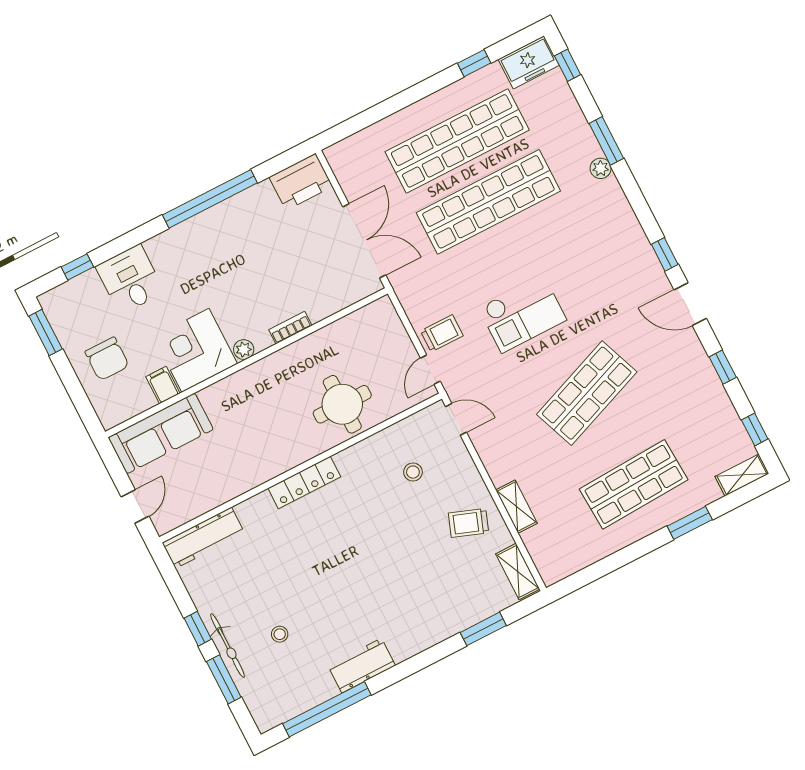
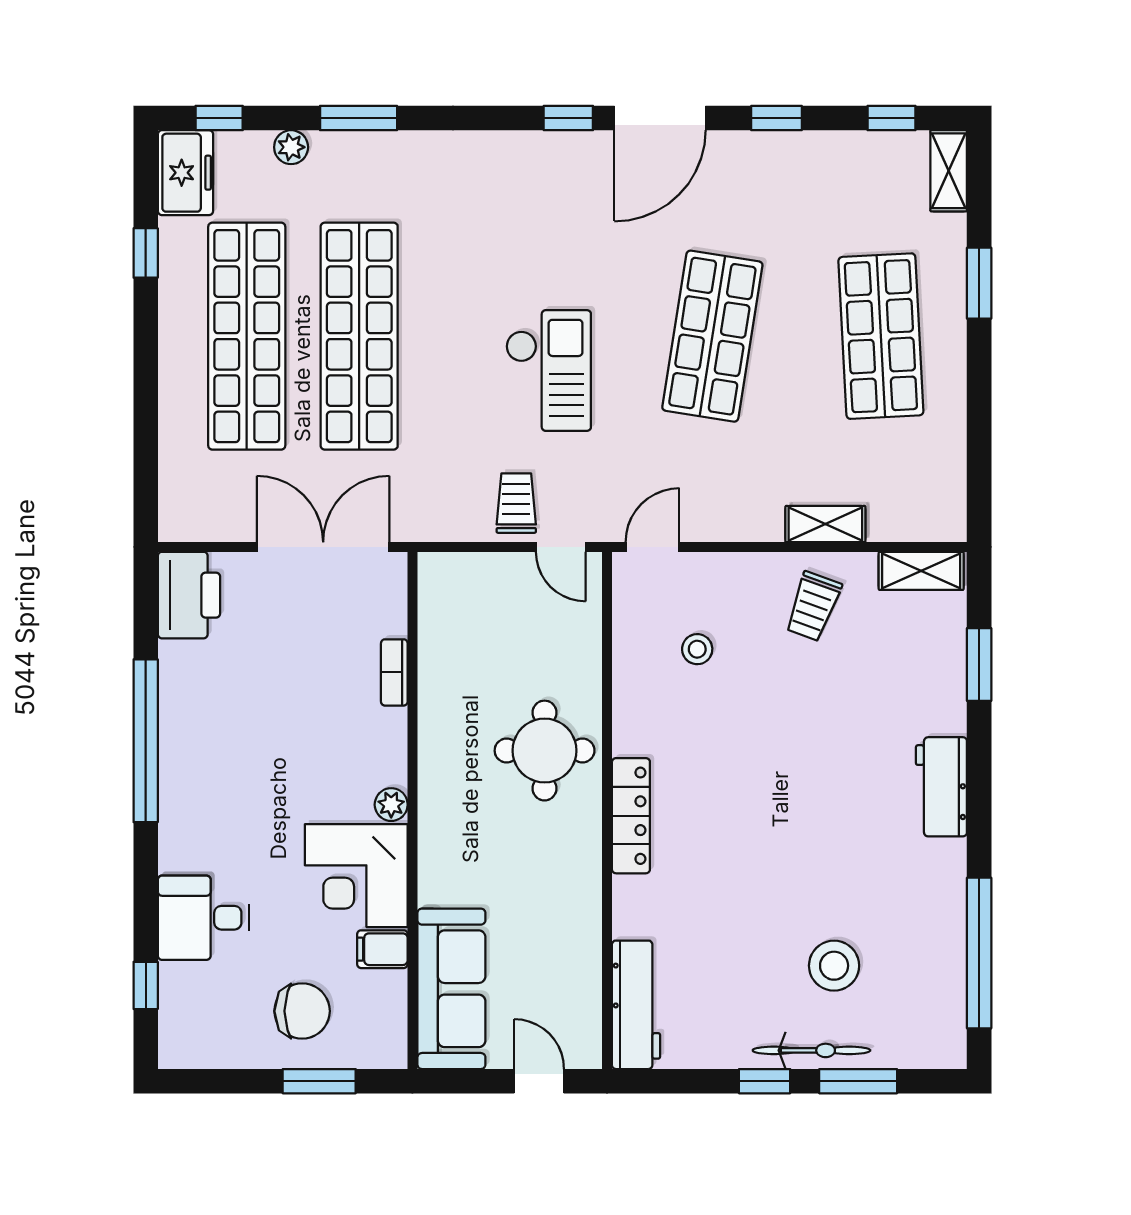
plant: (601, 168) -> (291, 147), moved
door: (690, 304) -> (660, 118), width x1.36
bookcase: (290, 328) -> (394, 672), moved
window: (46, 333) -> (319, 1081), moved
shop shelf: (587, 393) -> (712, 336), turned 30
round table: (342, 404) -> (545, 751), moved
stool: (280, 634) -> (834, 966), width x1.89, depth x1.89
workbench: (362, 666) -> (941, 787), moved

